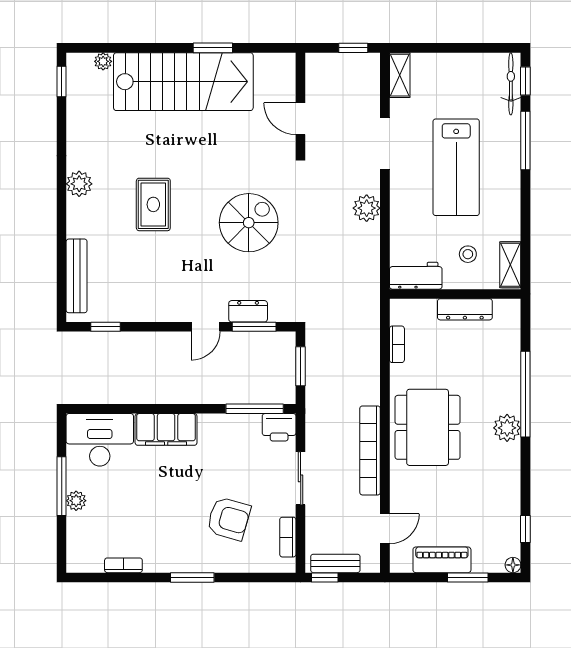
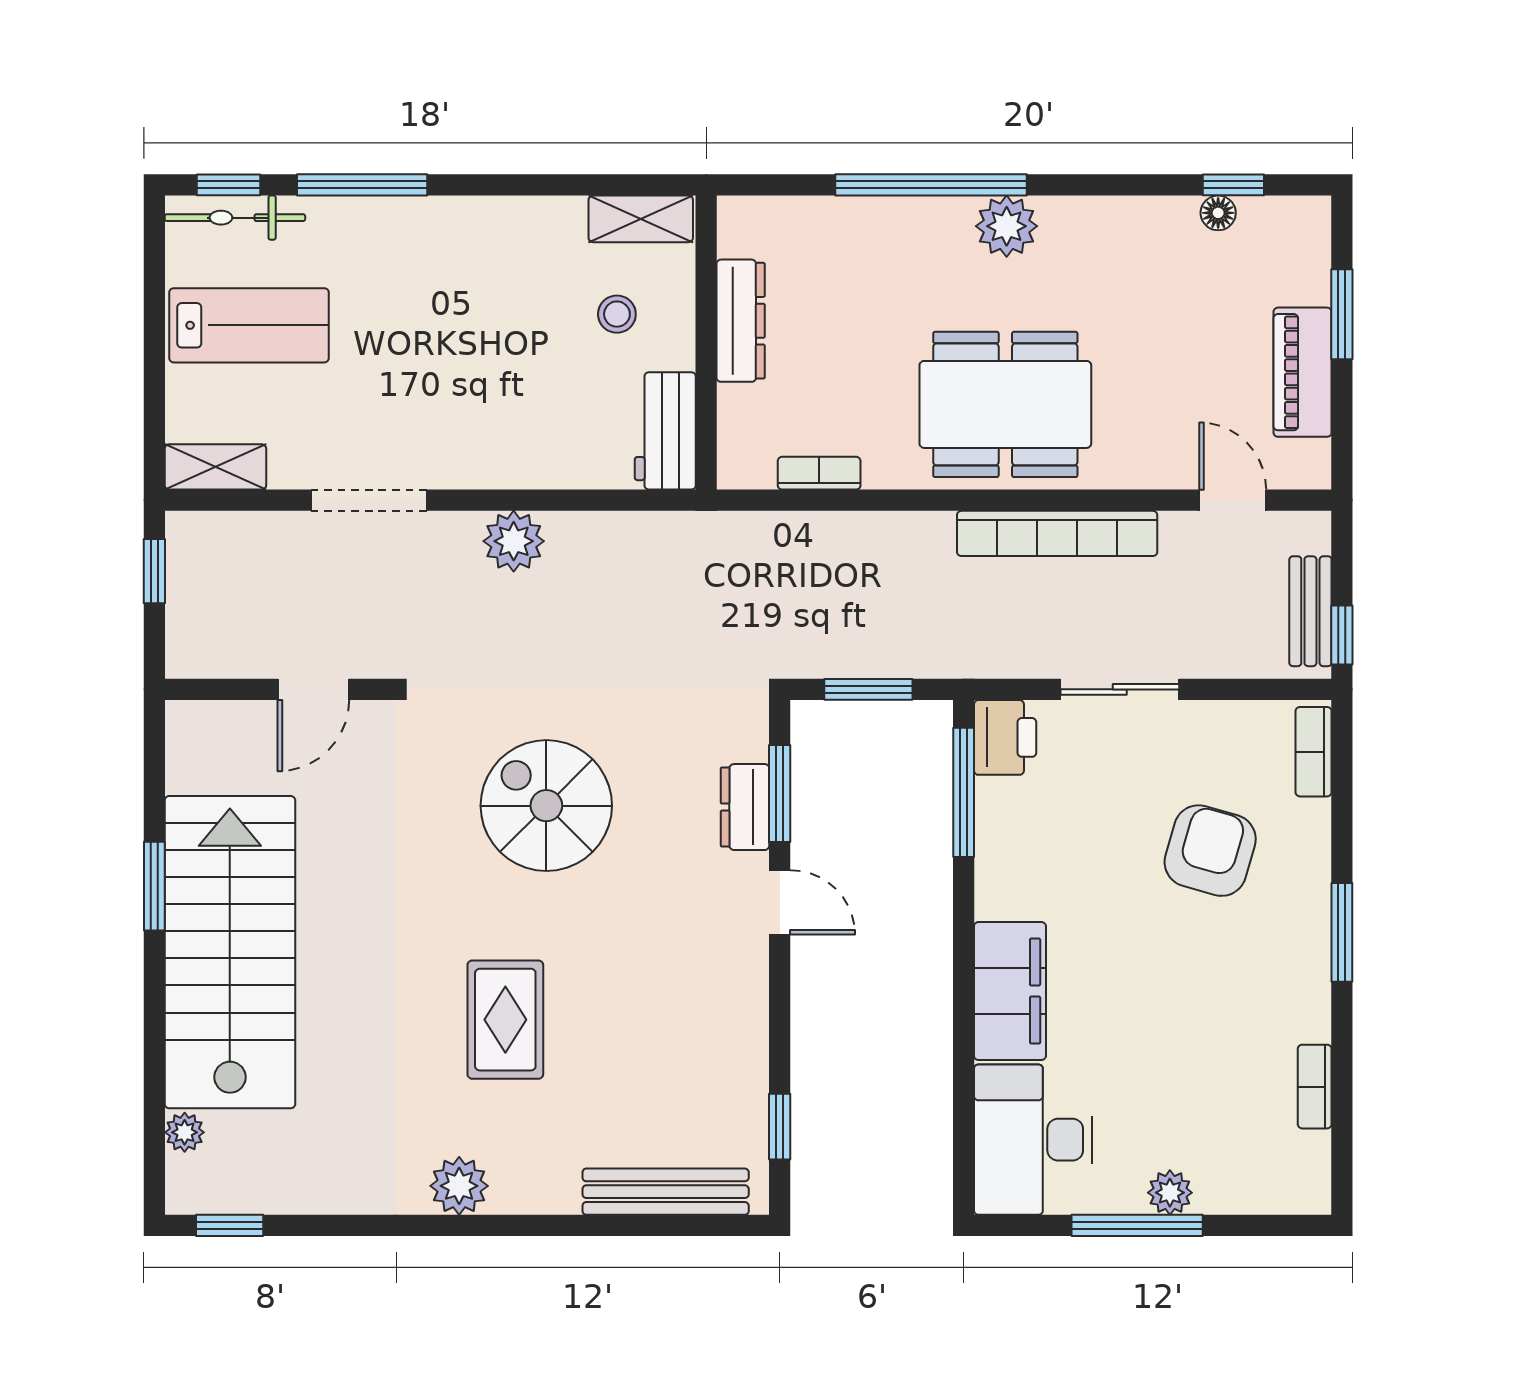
lab bench: (456, 167) -> (249, 325), moved, width x0.73, depth x0.72
rug: (153, 204) -> (505, 1020), turned 90
bookcase: (288, 537) -> (1314, 752), moved, turned 90
floor lamp: (513, 565) -> (1218, 213), moved

